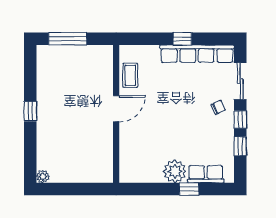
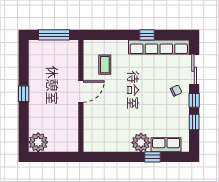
door: (116, 109) -> (81, 92), moved
wall: (116, 114) -> (81, 96), moved
plant: (43, 176) -> (38, 142), width x1.88, depth x1.88

